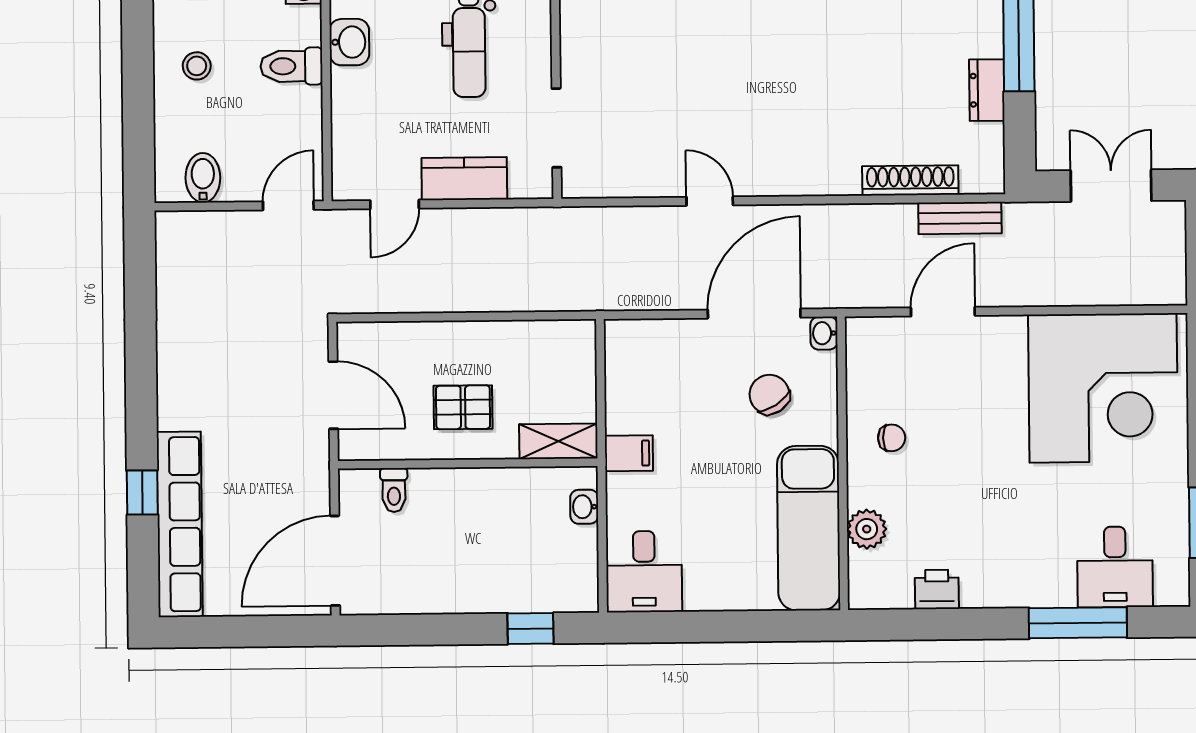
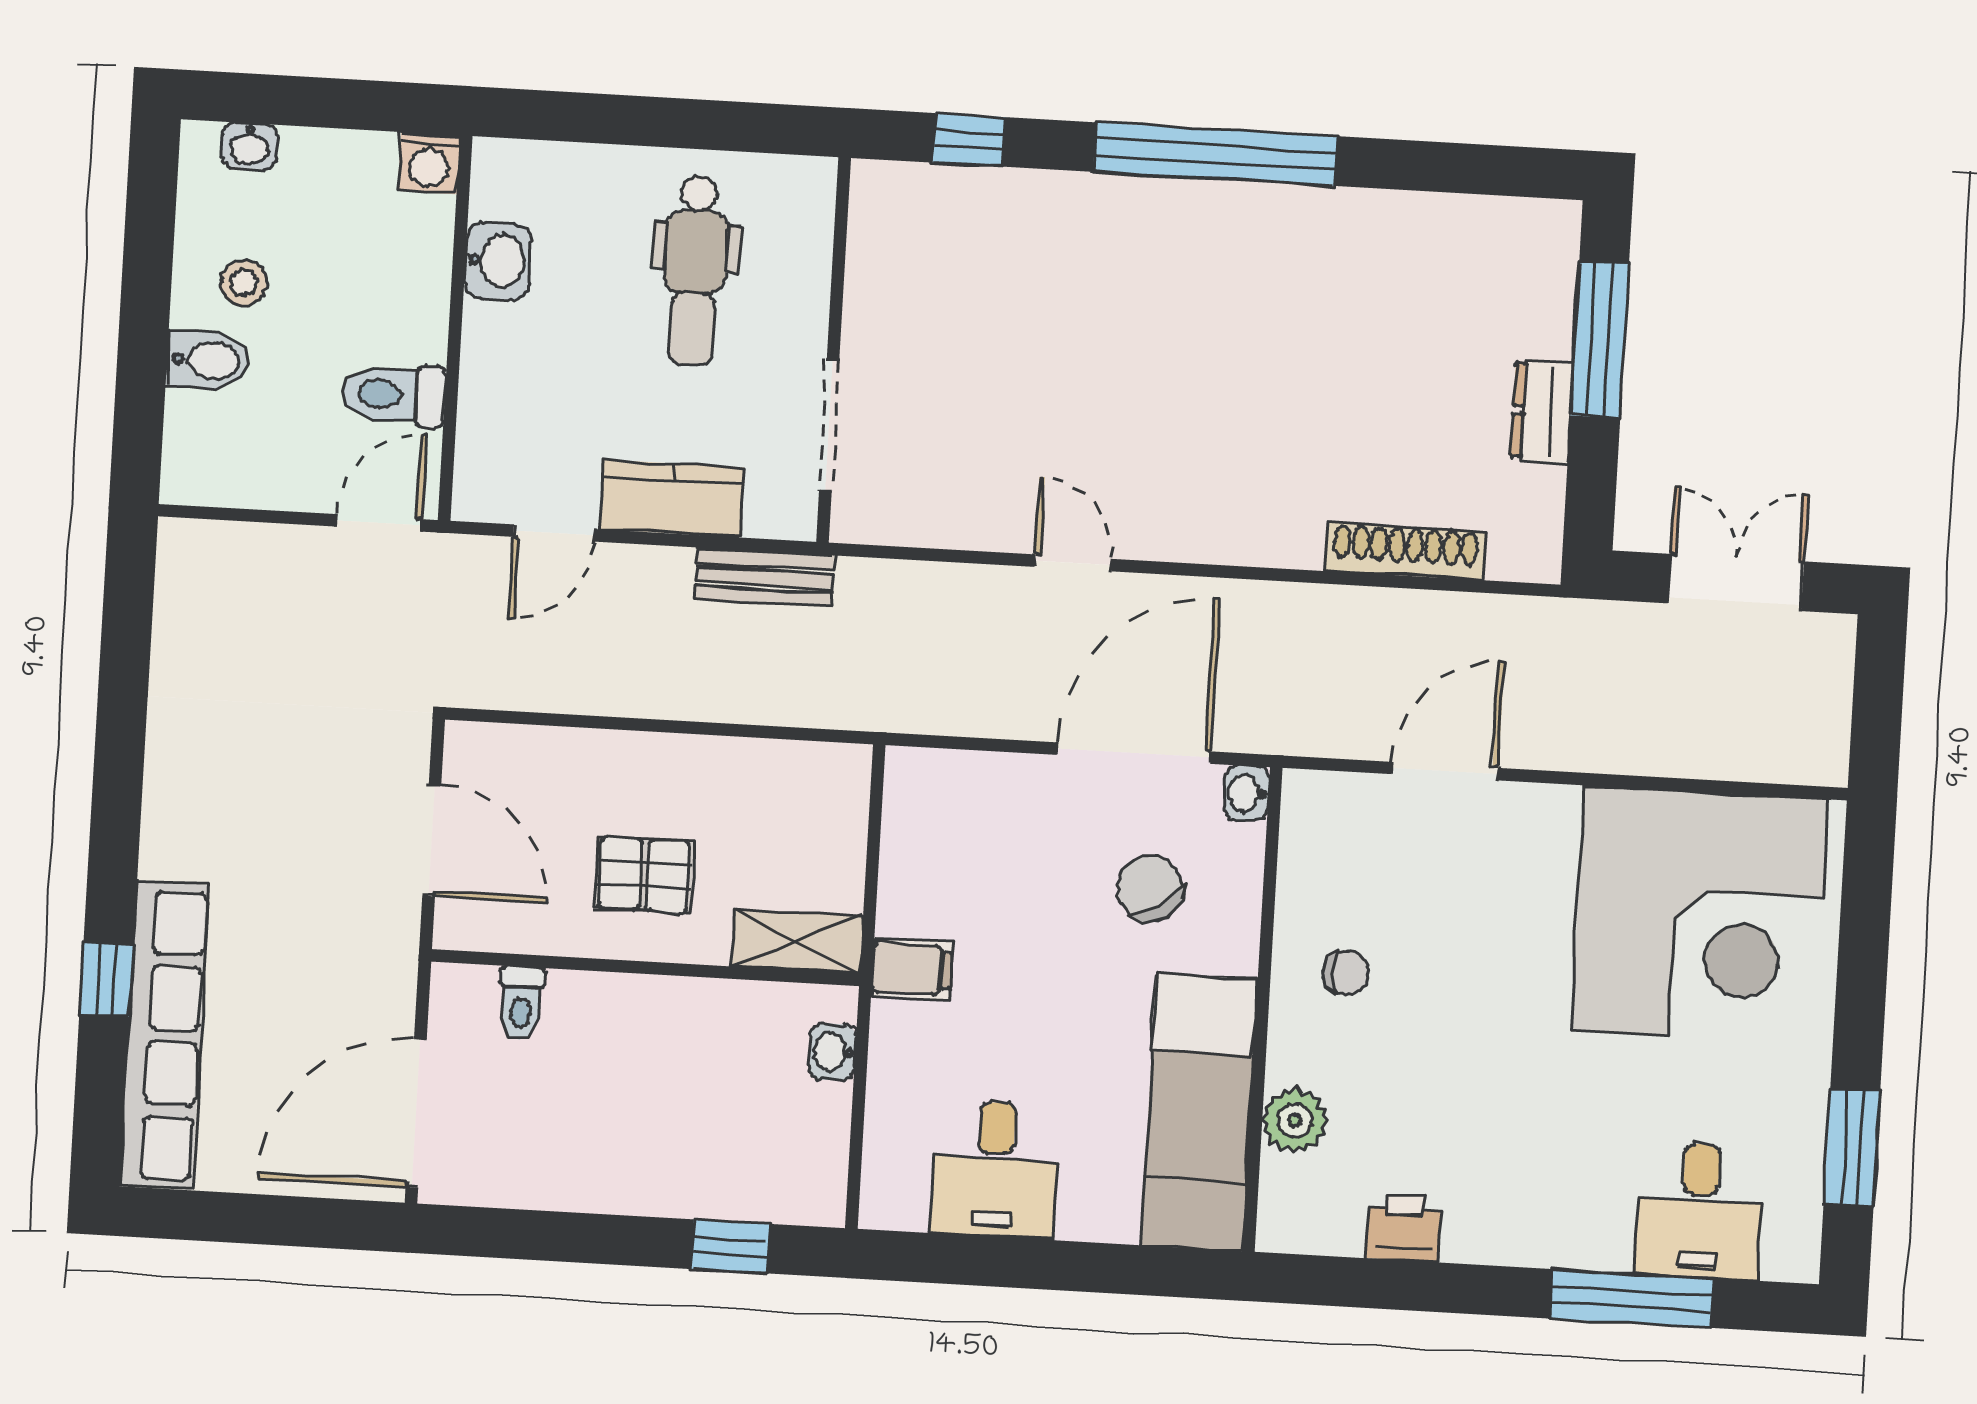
toilet: (291, 66) -> (394, 395), moved
bidet: (203, 178) -> (208, 360), moved, turned 90
bench: (960, 218) -> (764, 577), moved
desk: (644, 572) -> (995, 1170), moved

